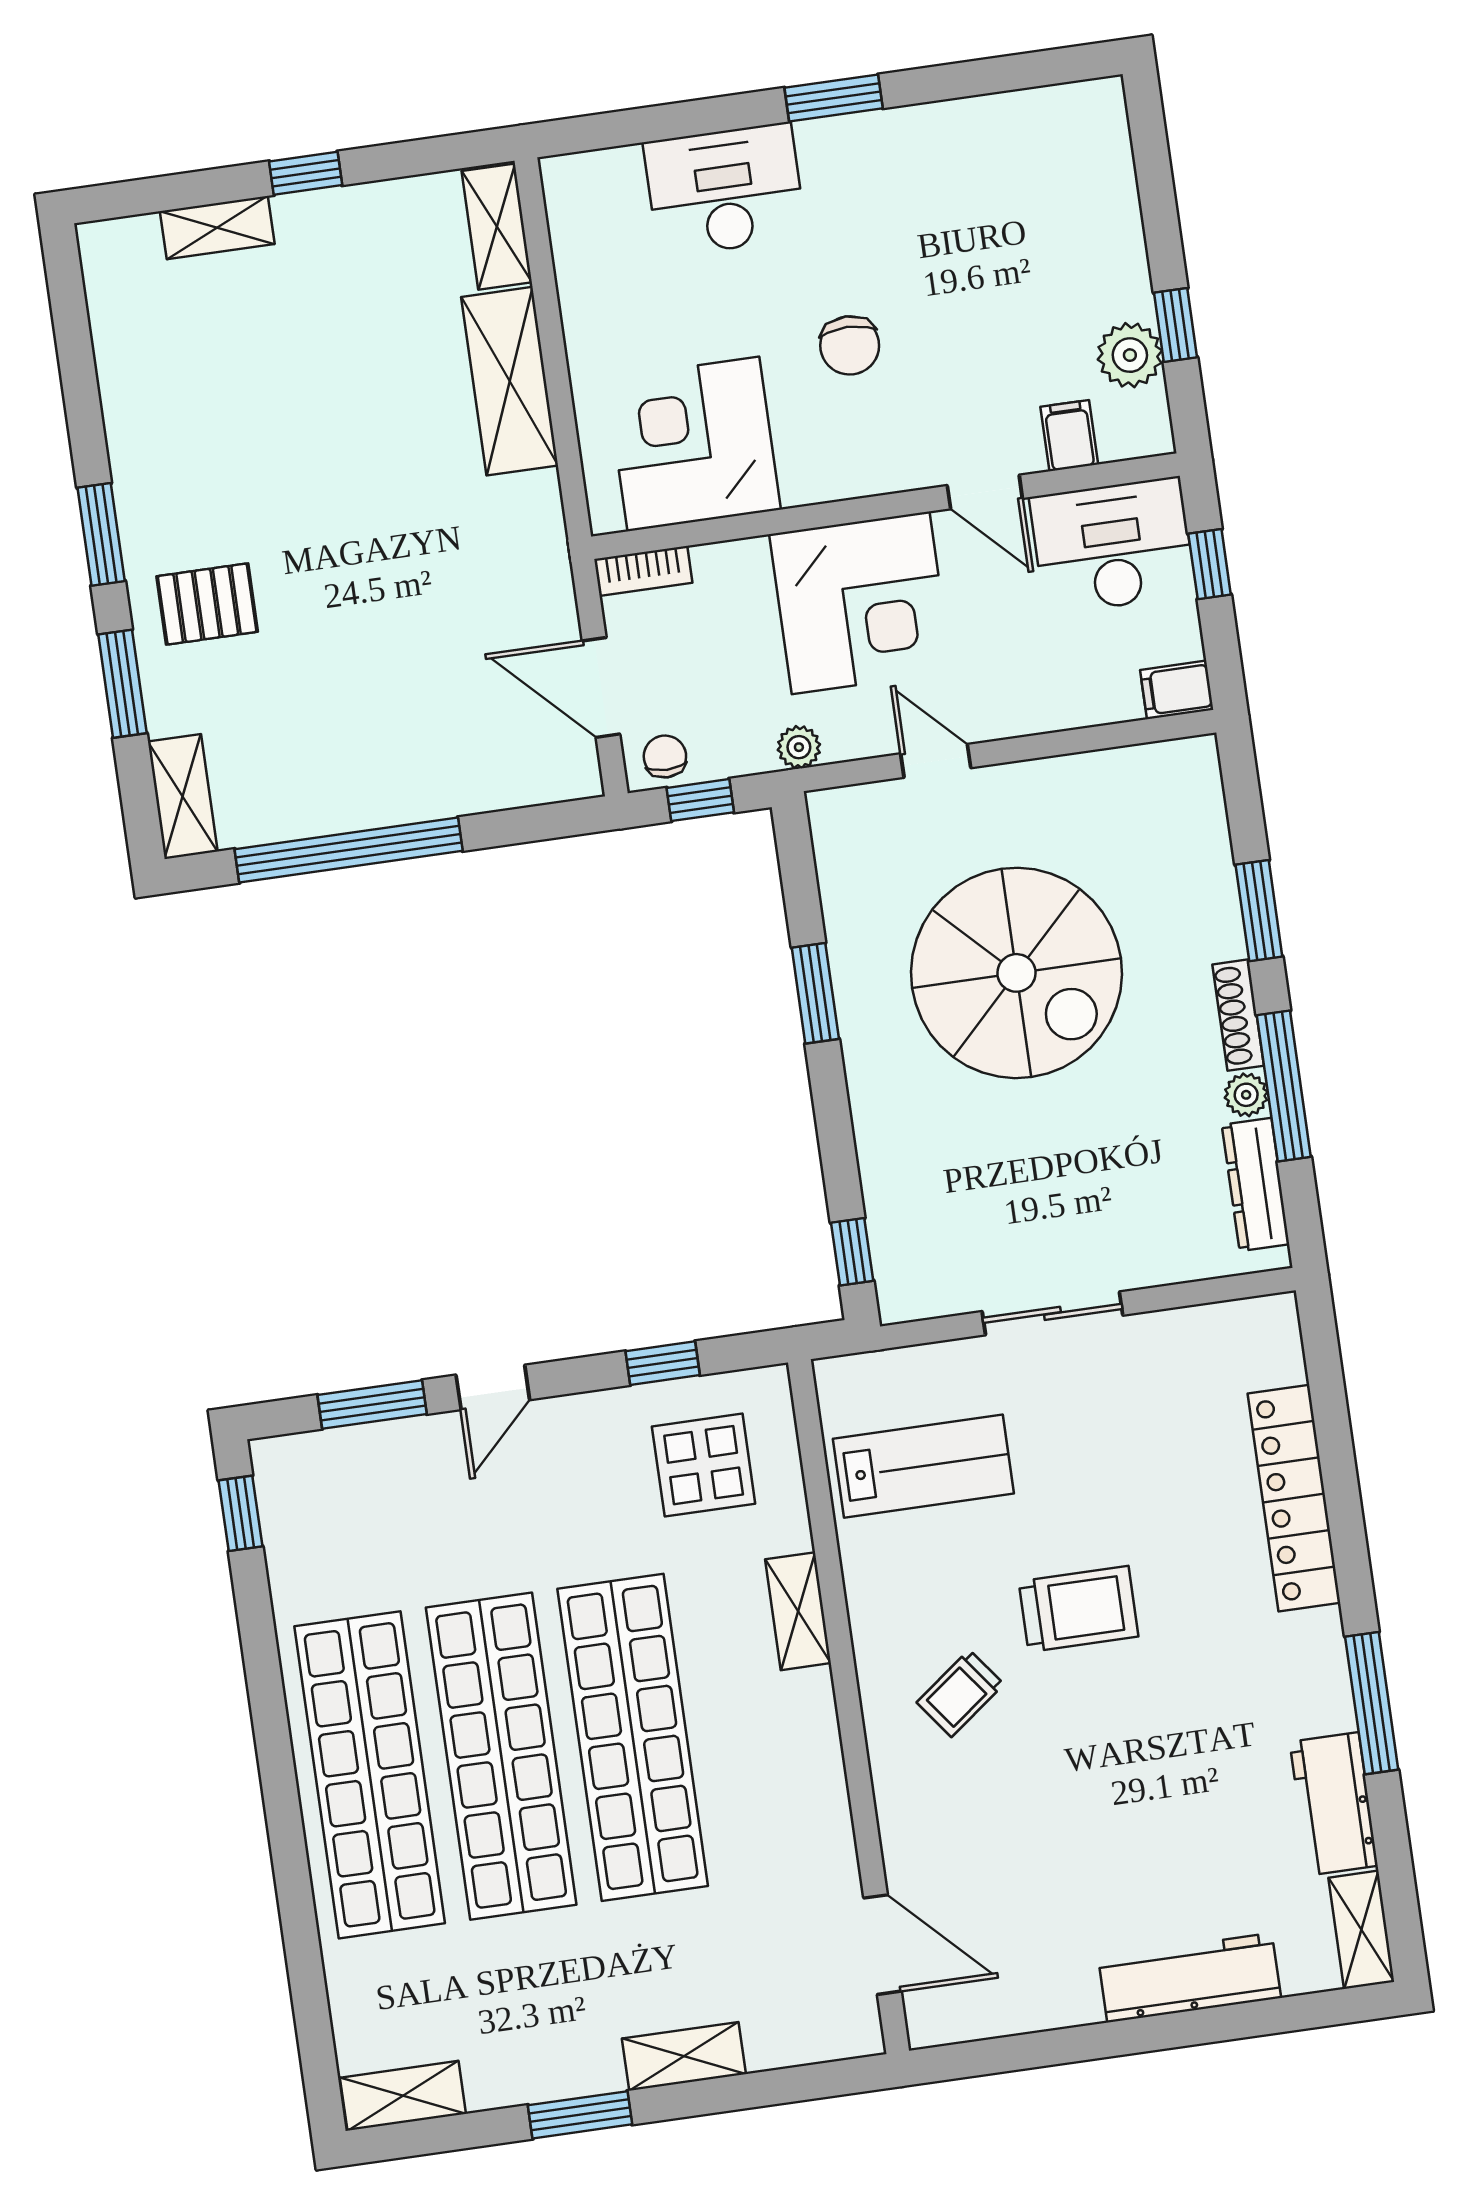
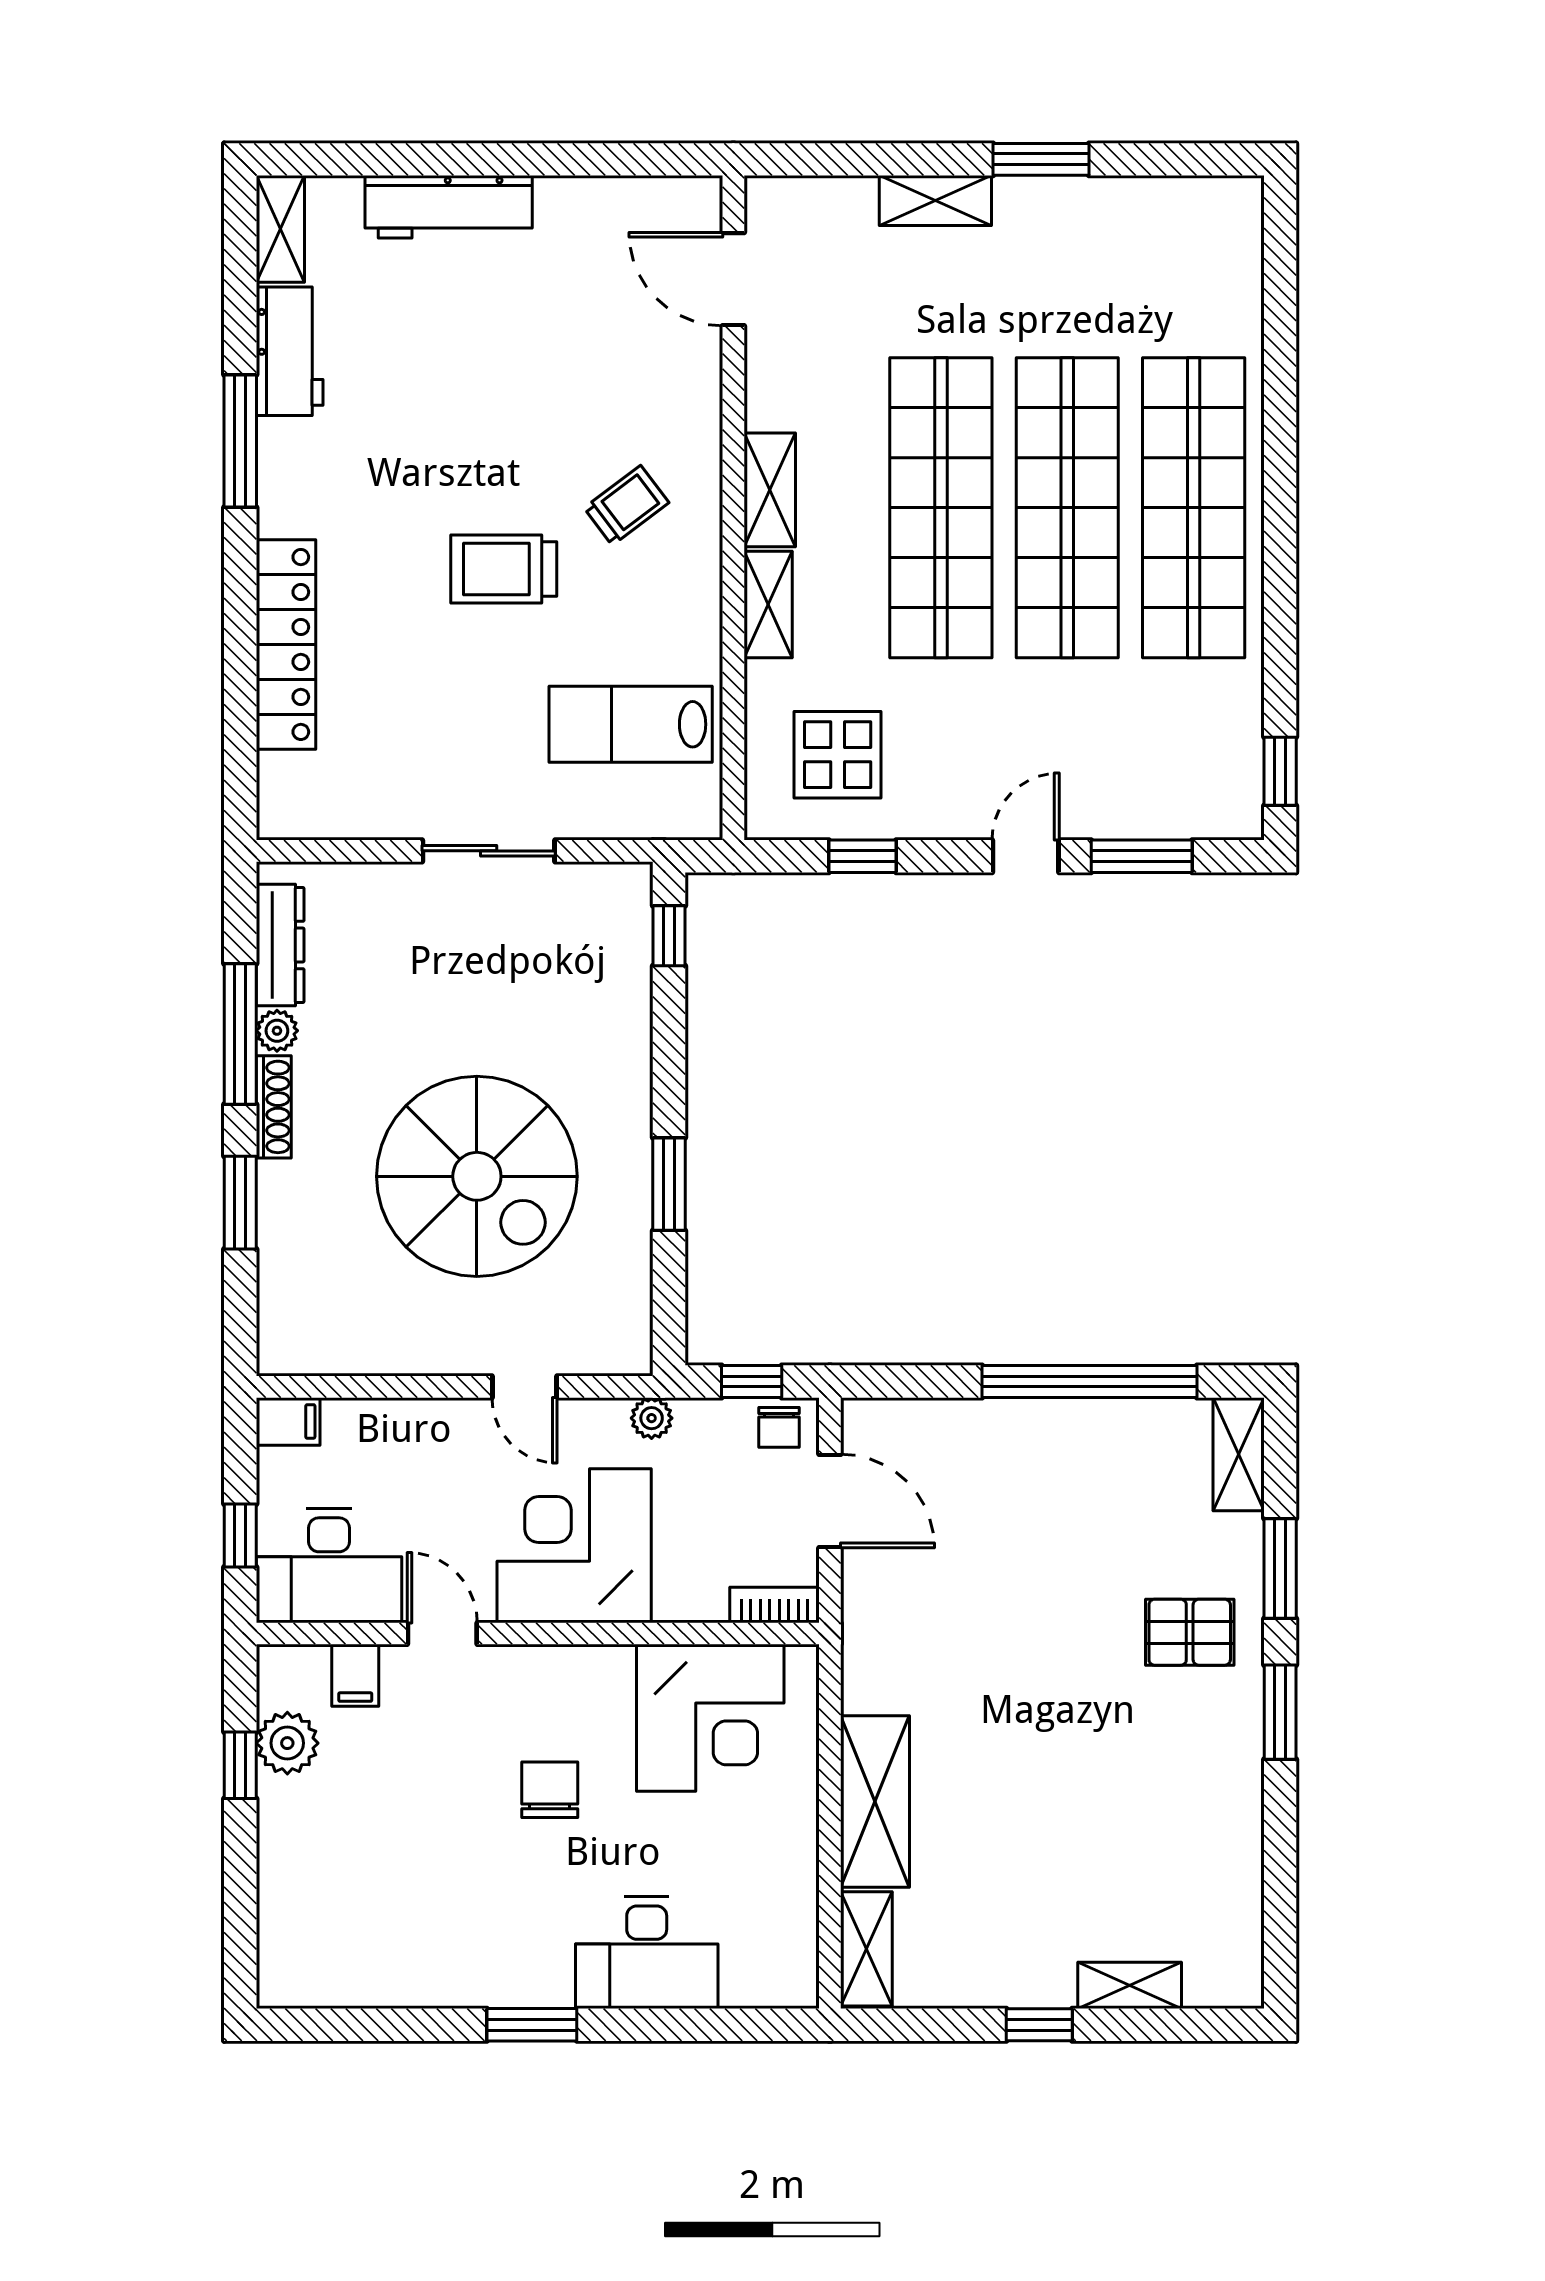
spiral stairs: (1016, 973) -> (477, 1176), turned 180
shelving: (403, 2096) -> (770, 490), moved, turned 90

